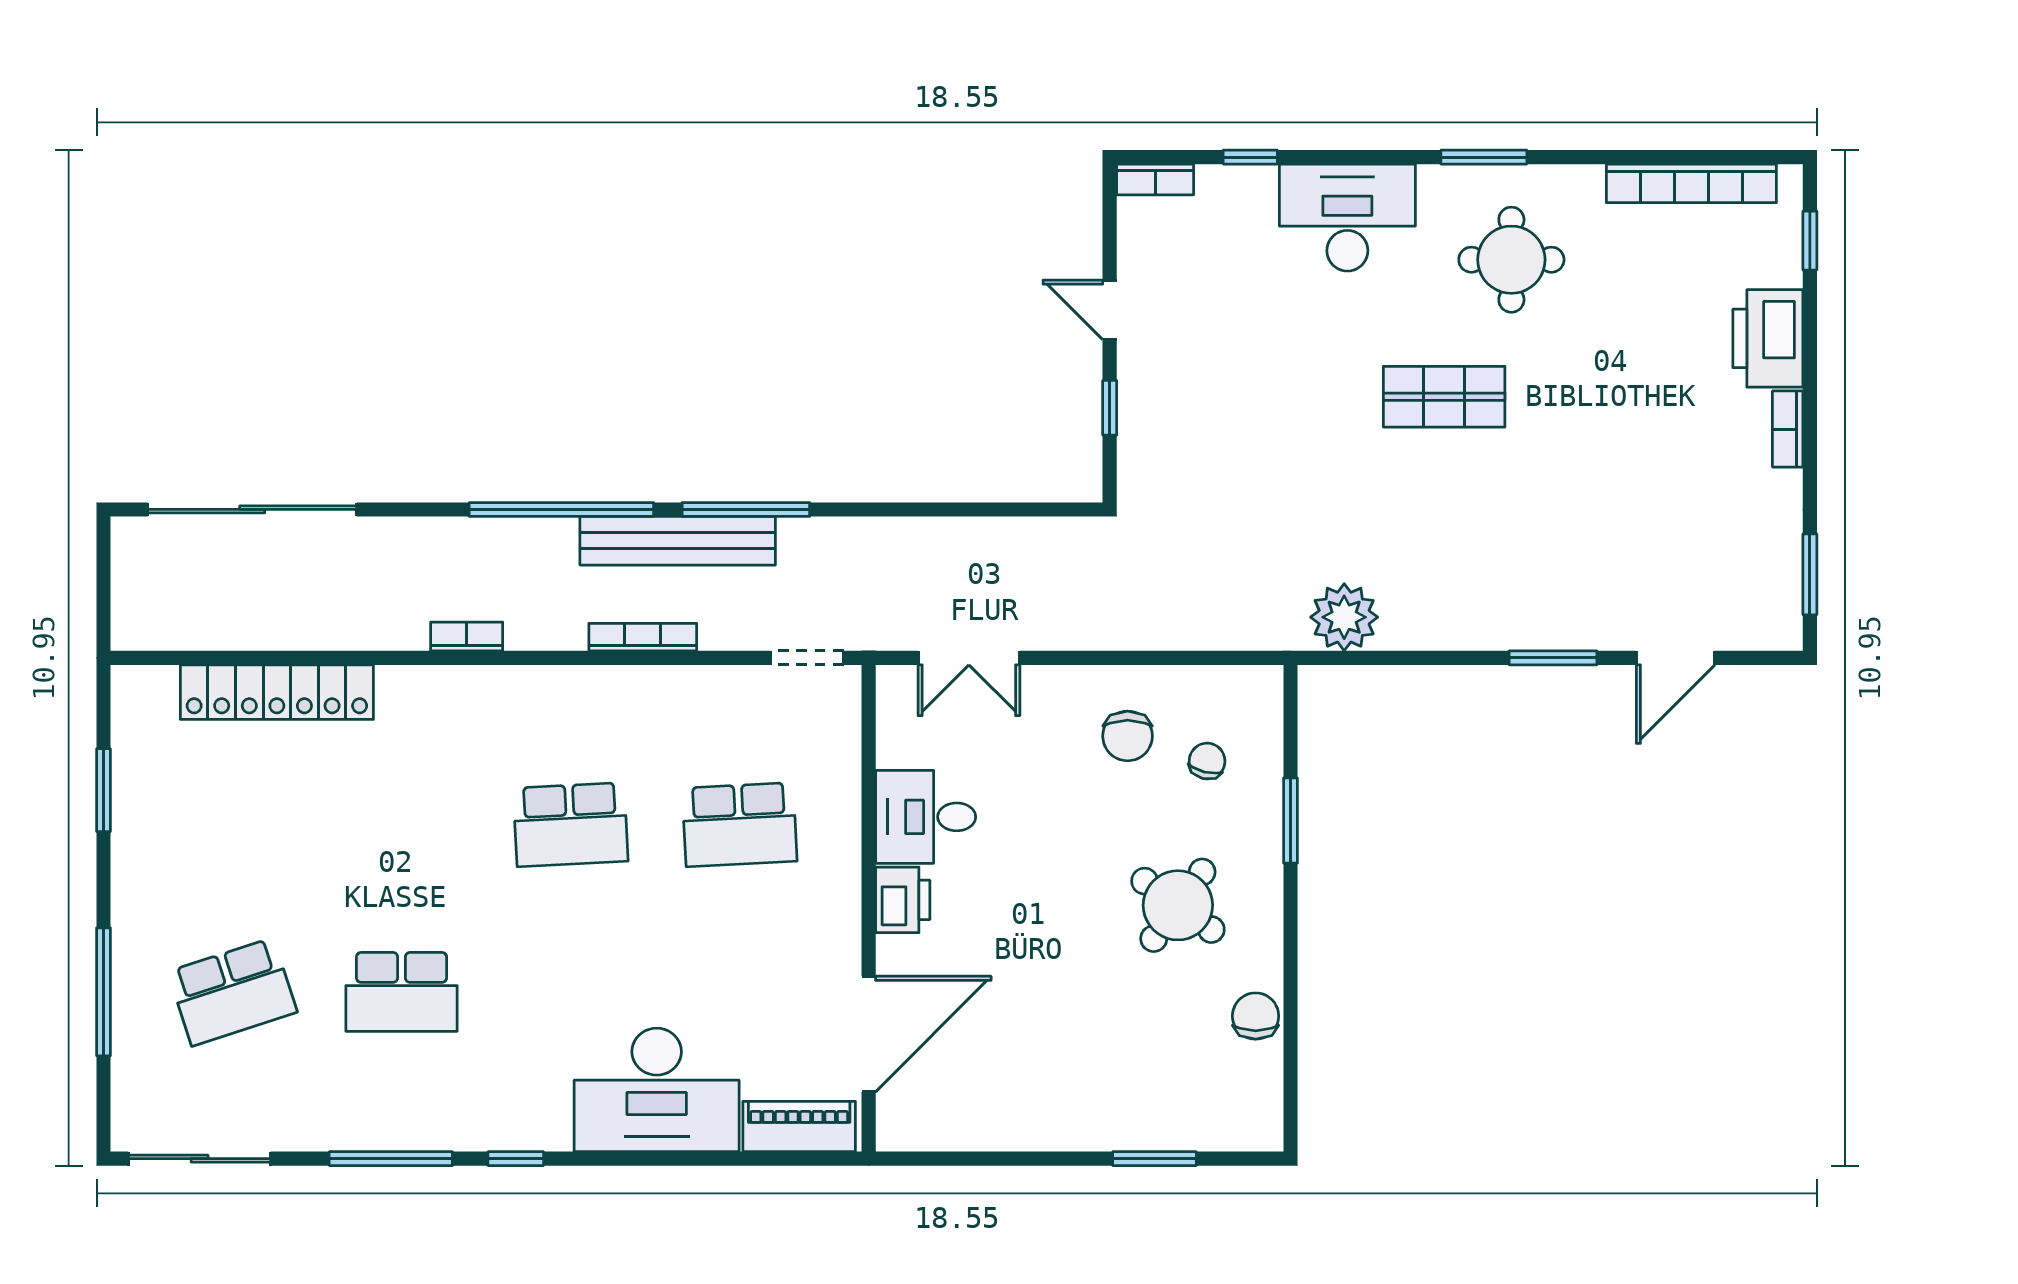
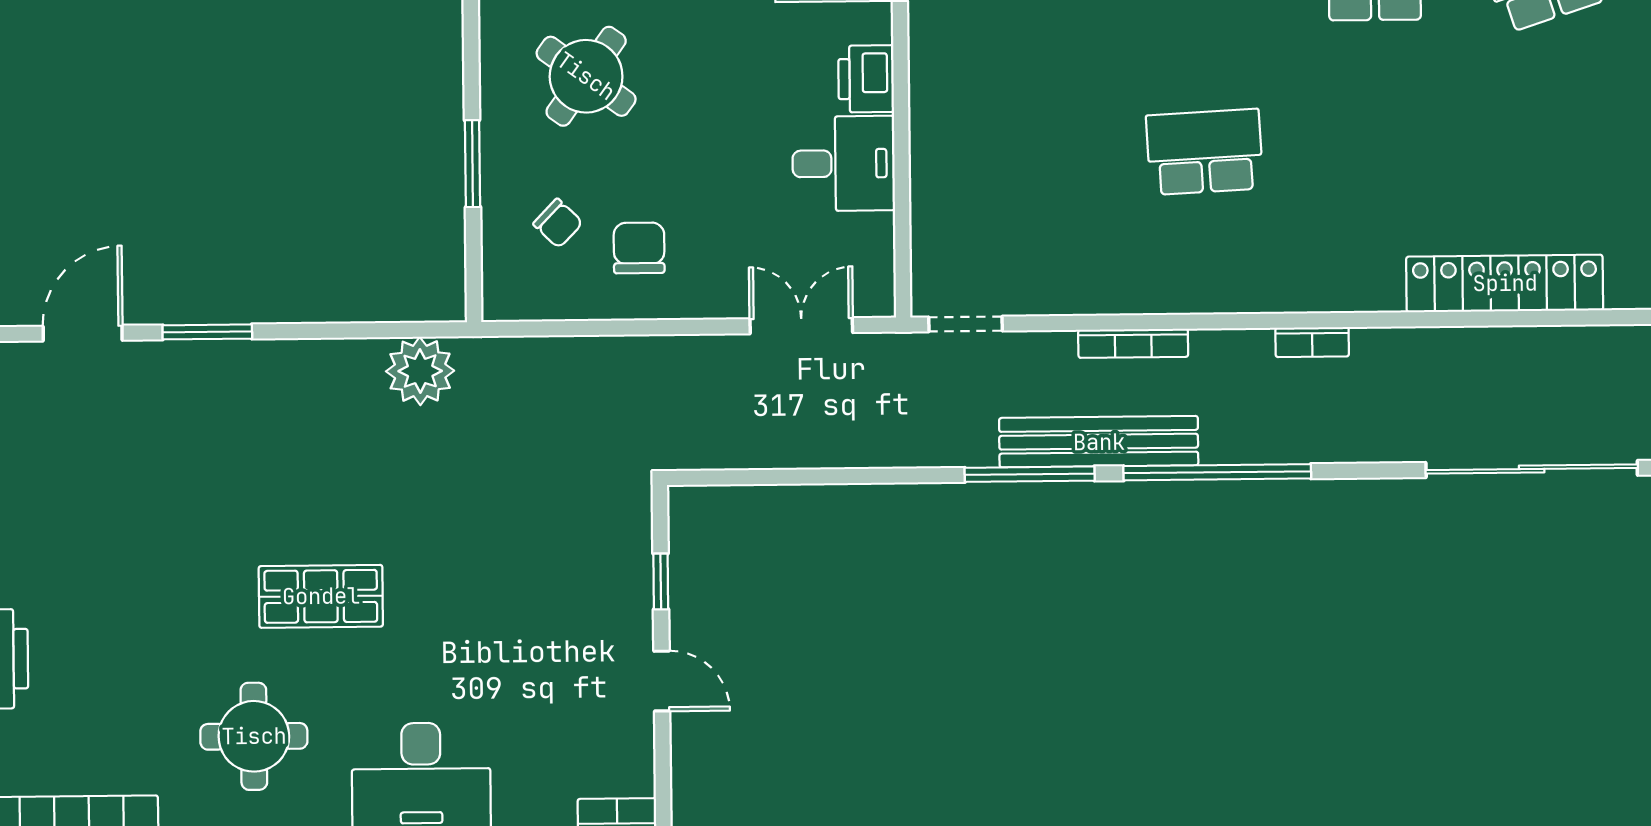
chair: (1207, 761) -> (558, 223), turned -60
school desk: (740, 825) -> (1033, 154), removed

